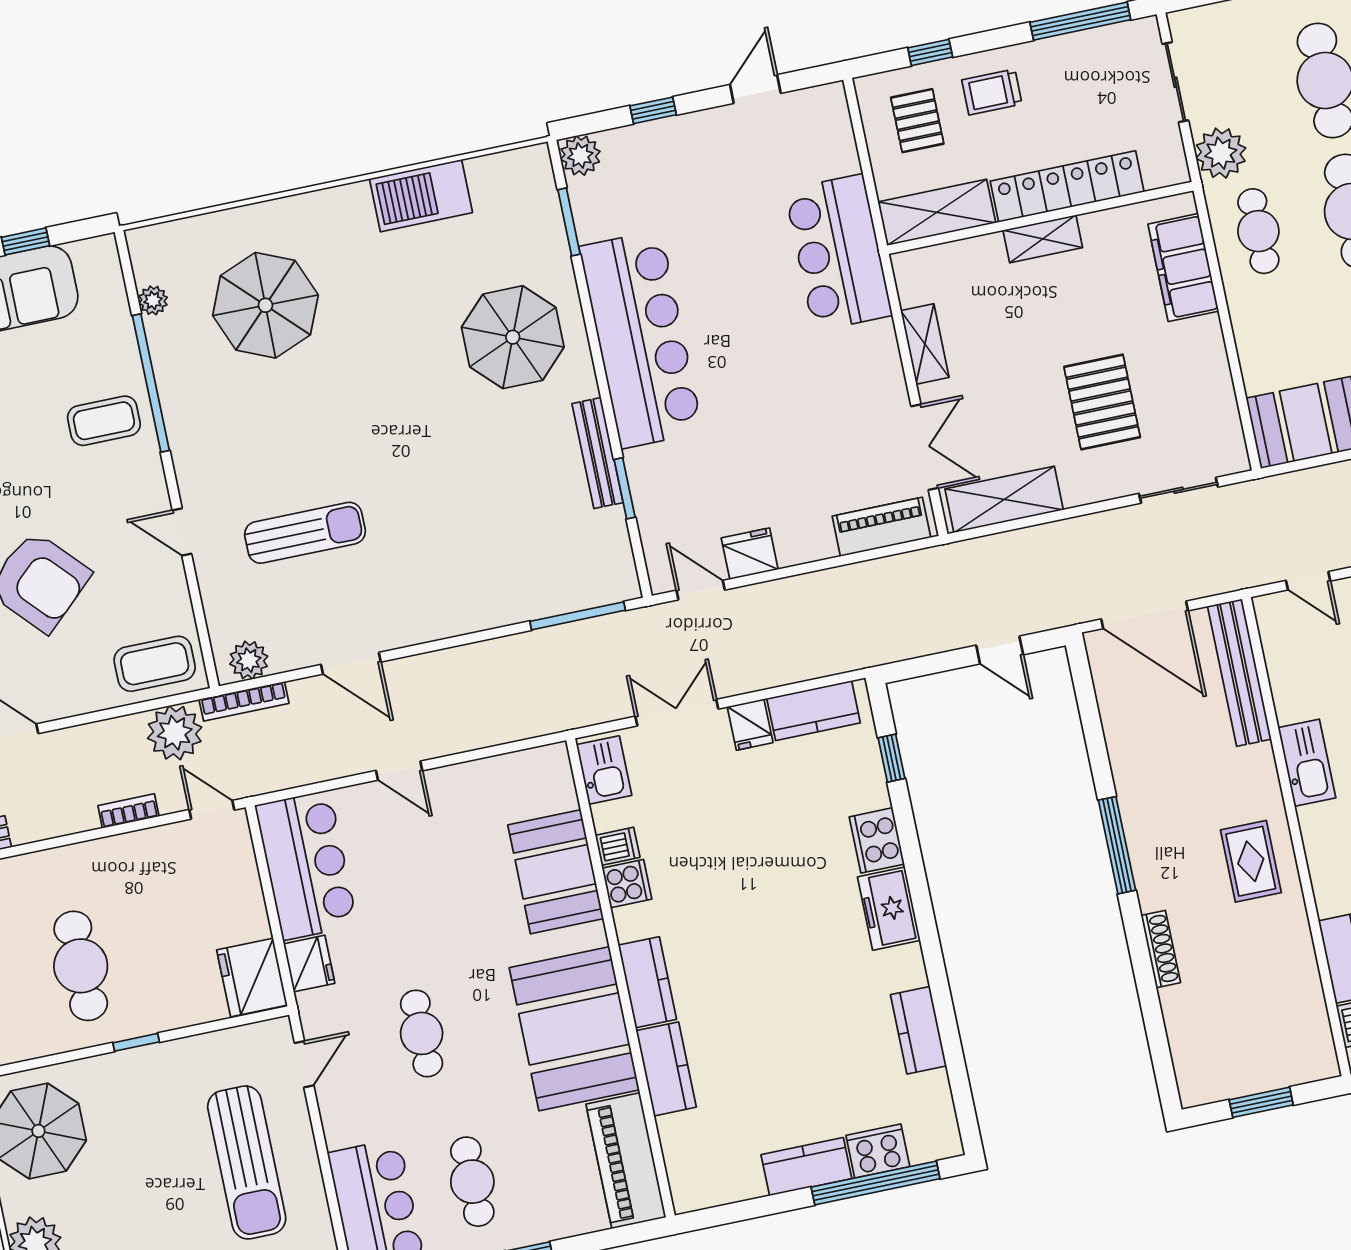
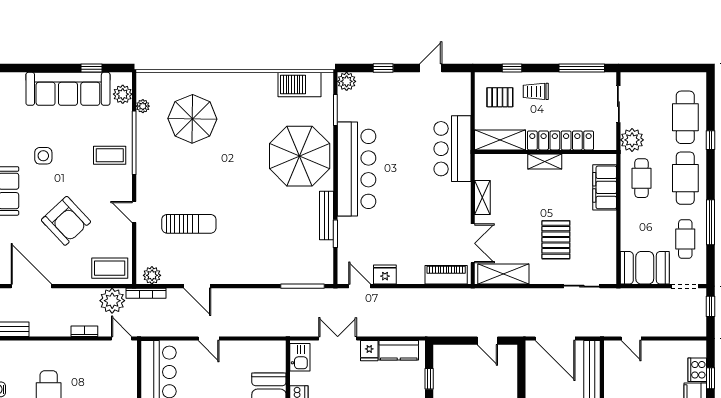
pallet: (917, 121) -> (500, 97), turned 90
barbecue: (421, 196) -> (299, 84), moved
plant: (104, 284) -> (123, 94), added
parasol: (513, 337) -> (300, 156), width x1.36, depth x1.36

